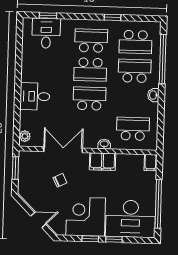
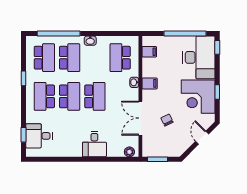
school desk: (135, 71) -> (70, 58), turned 180
school desk: (89, 98) -> (95, 96), turned 180
filing cabinet: (102, 162) -> (150, 83), width x0.50
filing cabinet: (150, 163) -> (149, 52), moved
window: (114, 239) -> (217, 47), moved

